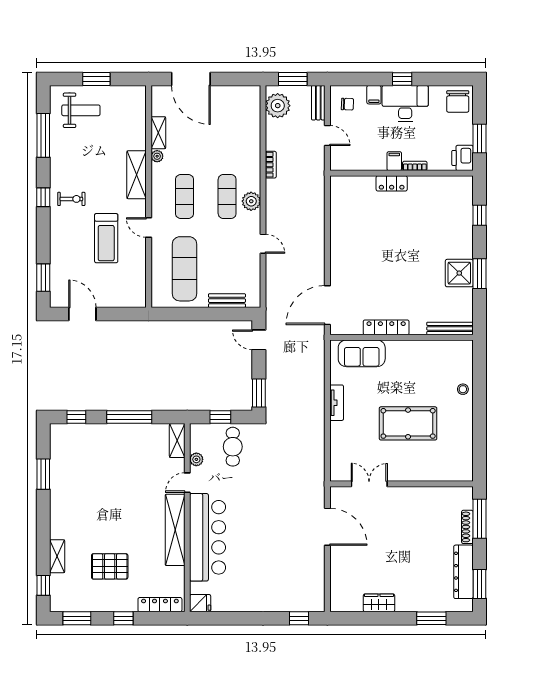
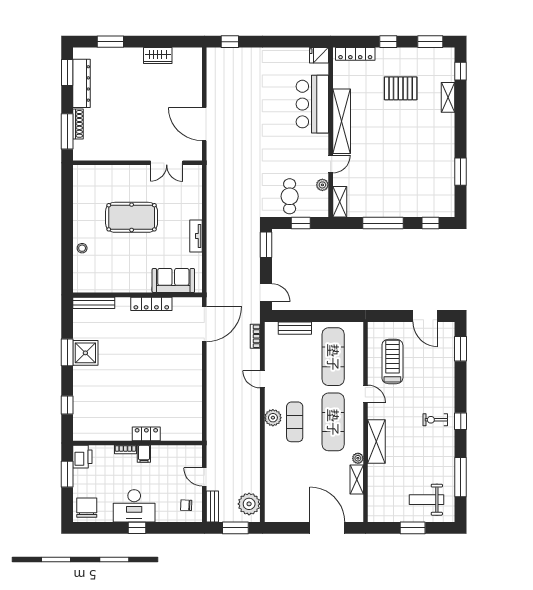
filing cabinet: (374, 95) -> (162, 514), removed
bookcase: (271, 165) -> (255, 336), moved
exercise mat: (184, 196) -> (333, 422), width x1.36, depth x1.45
treadmill: (106, 238) -> (392, 362), moved
bar counter: (208, 537) -> (312, 104), width x0.73

